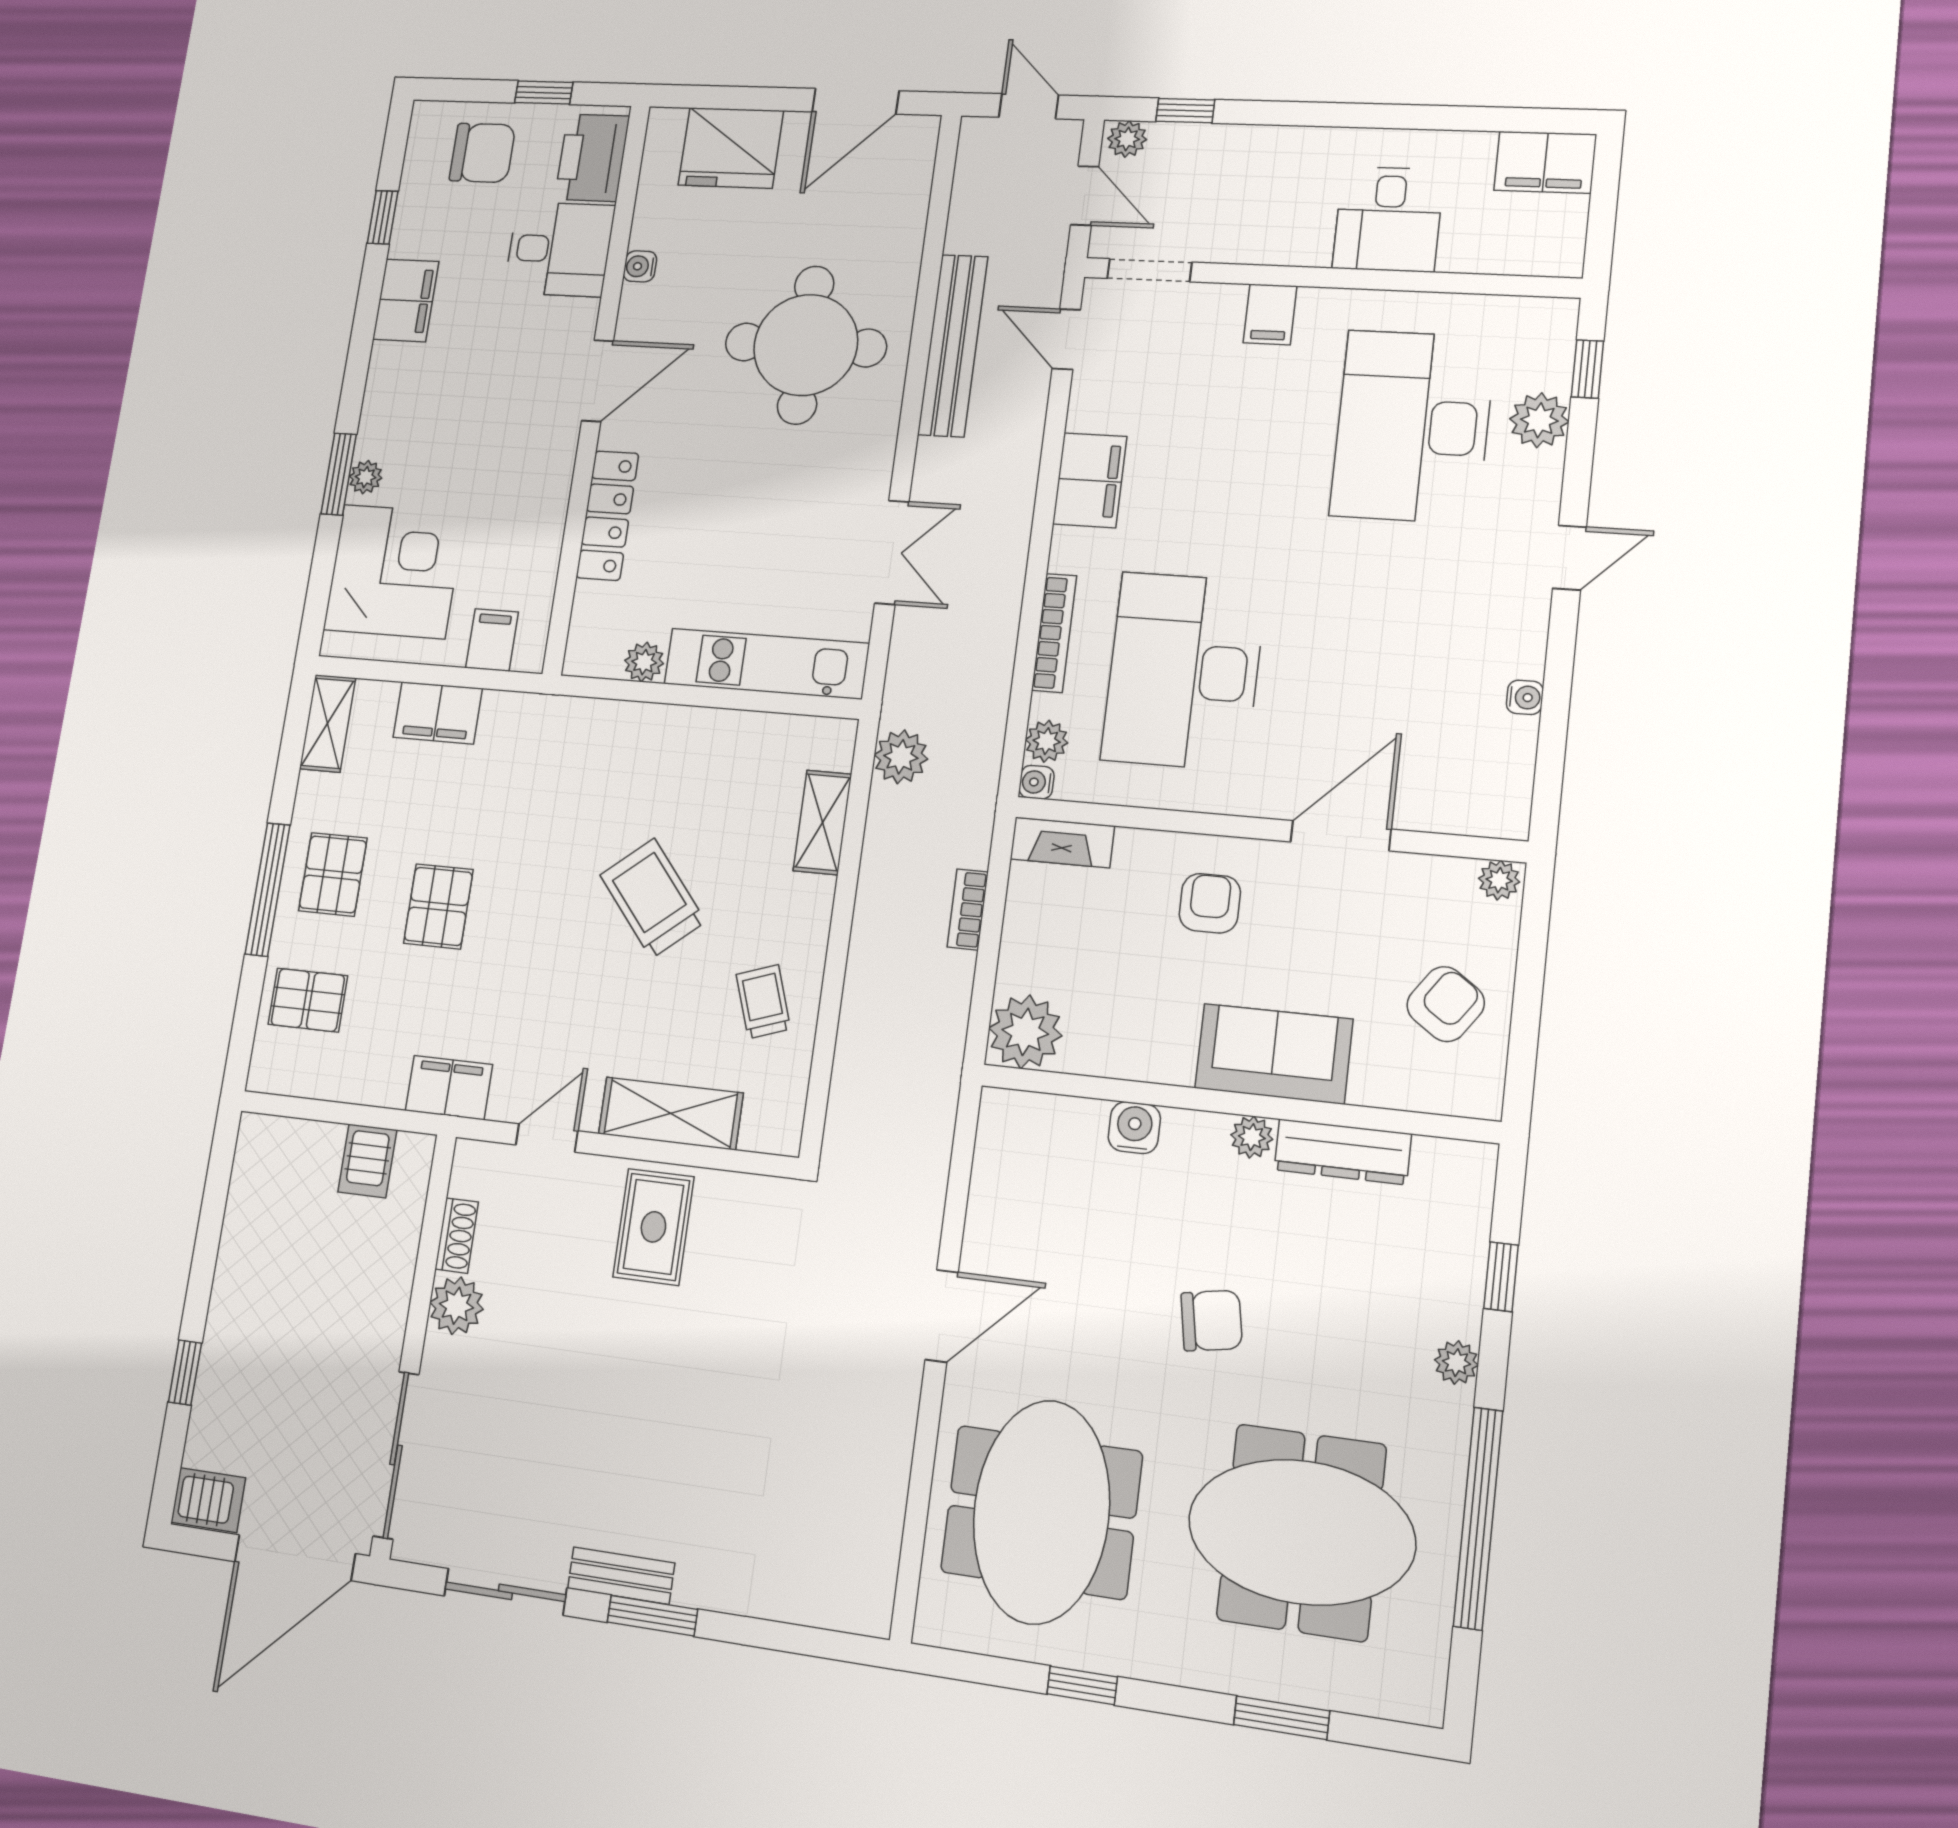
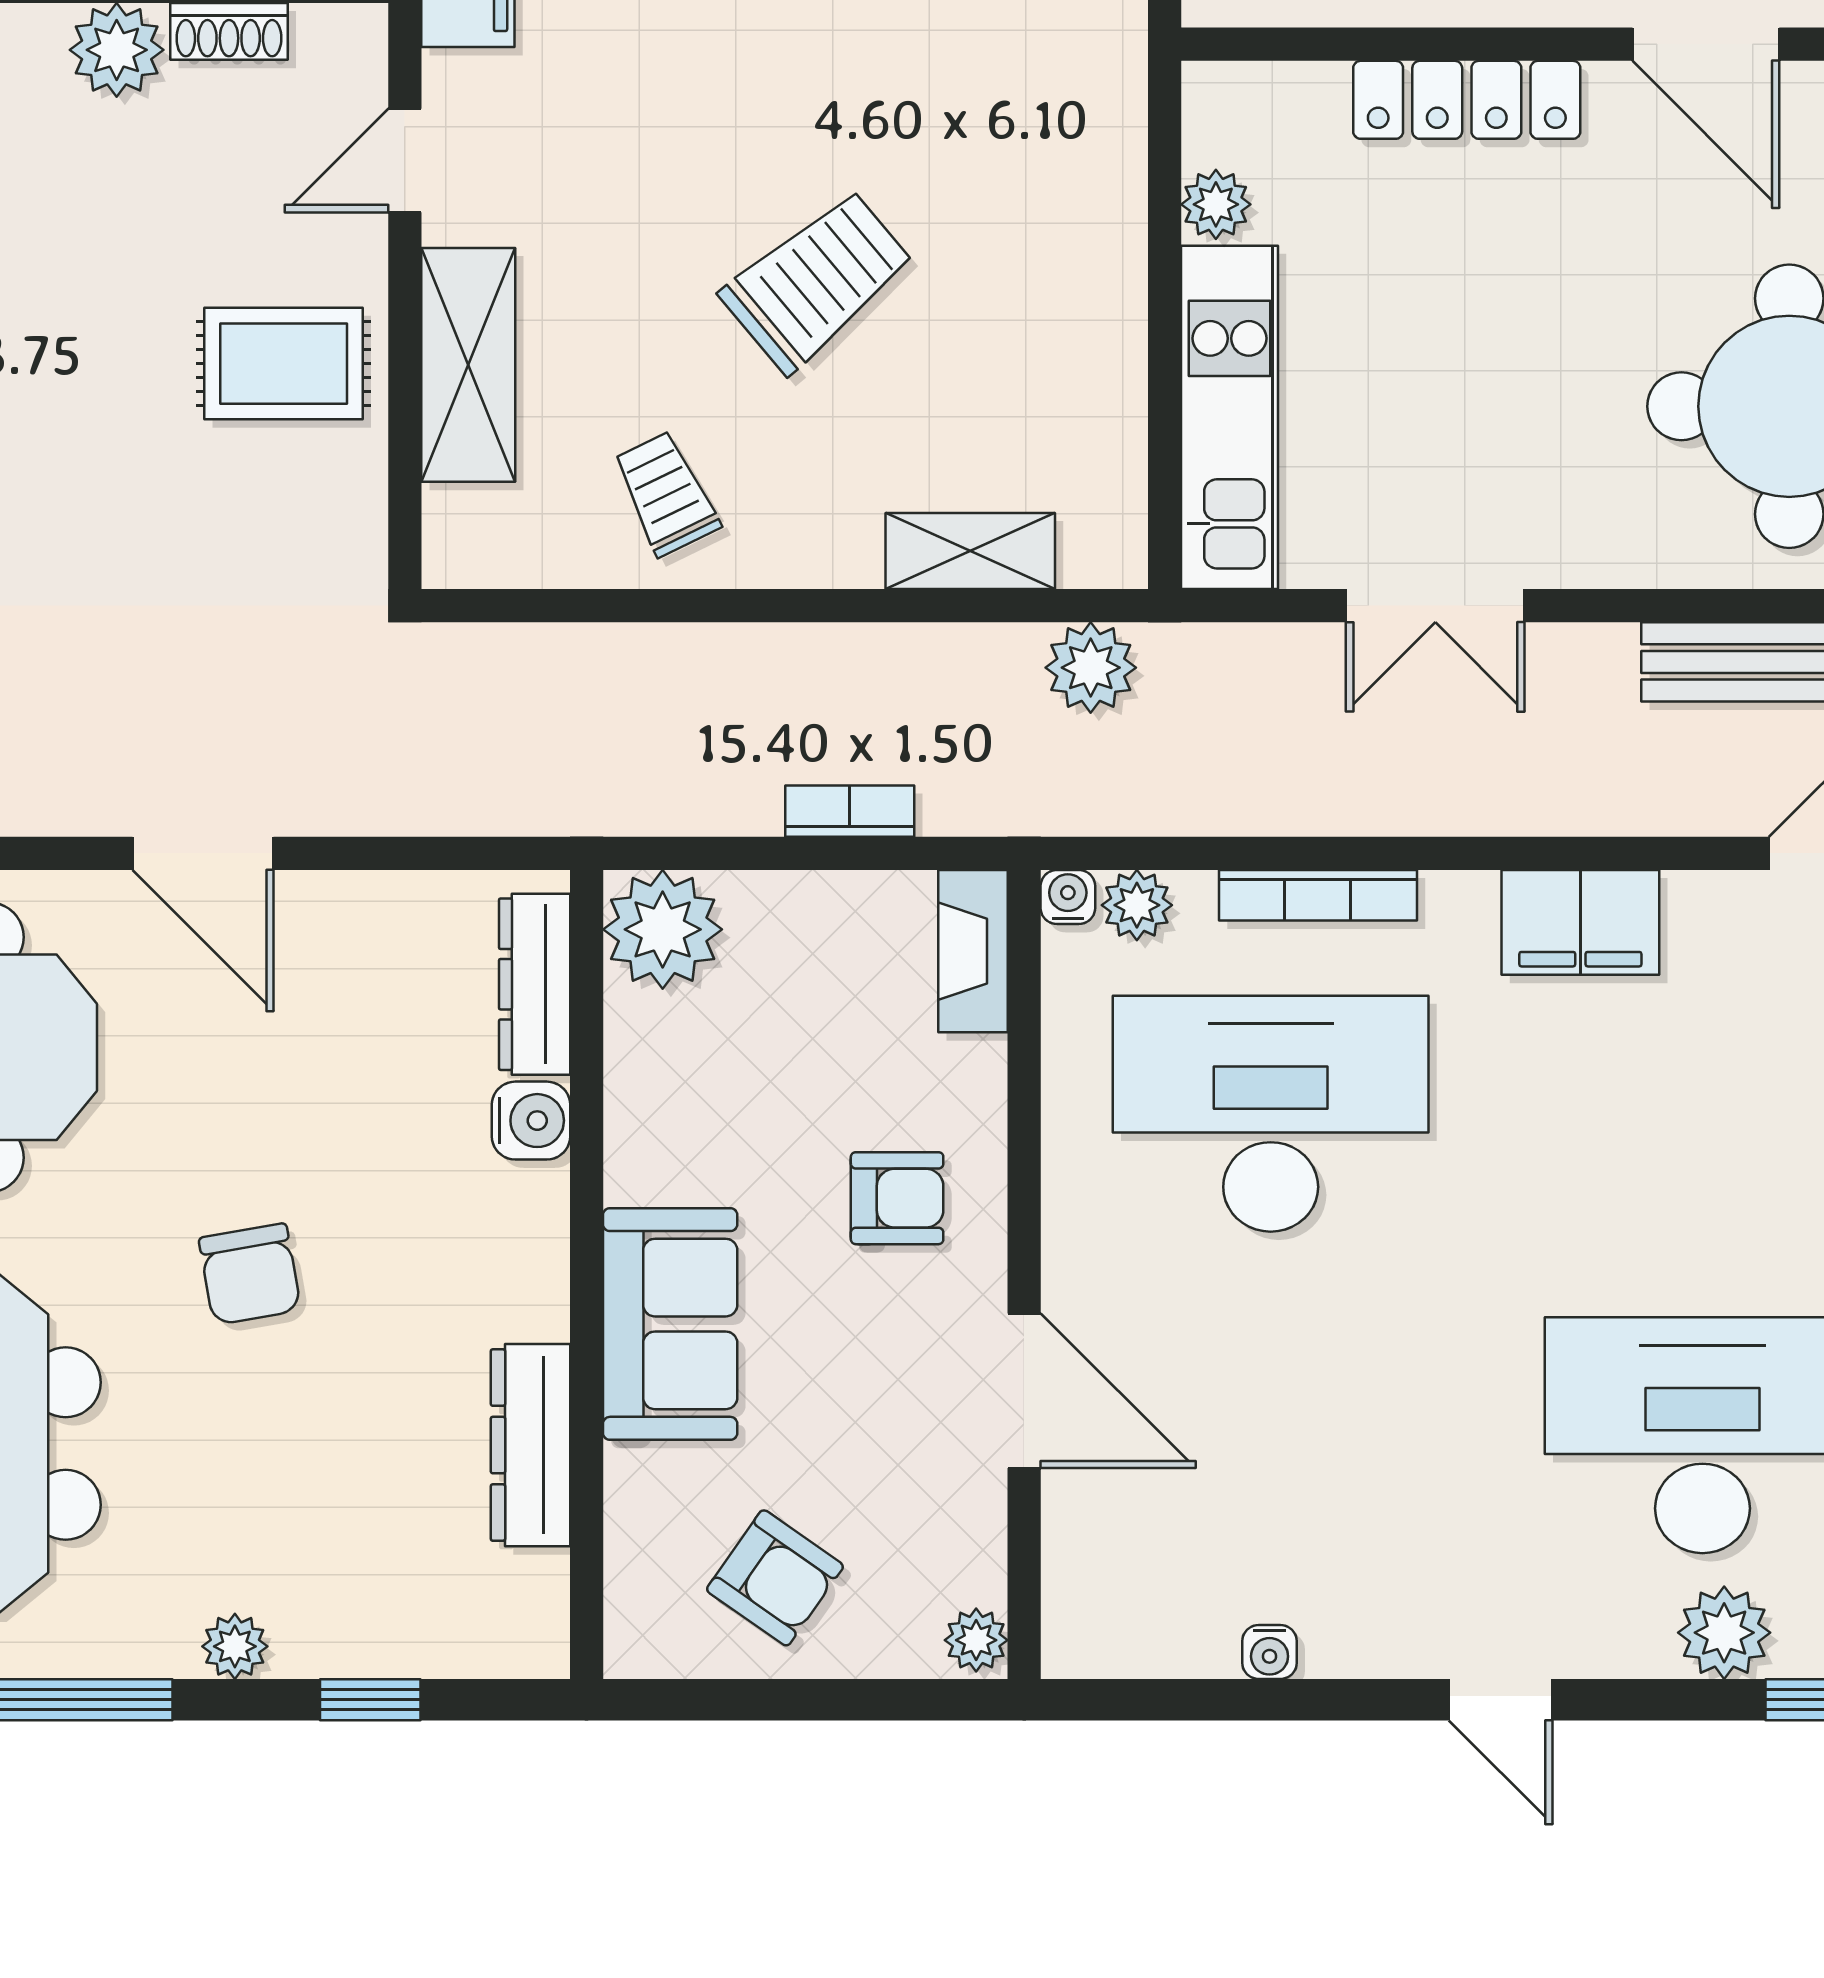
trolley: (763, 1002) -> (666, 494), turned -97
dresser: (1049, 1116) -> (535, 984), added
plant: (1252, 1137) -> (537, 1304), removed
door: (547, 1138) -> (405, 161), swing flipped

